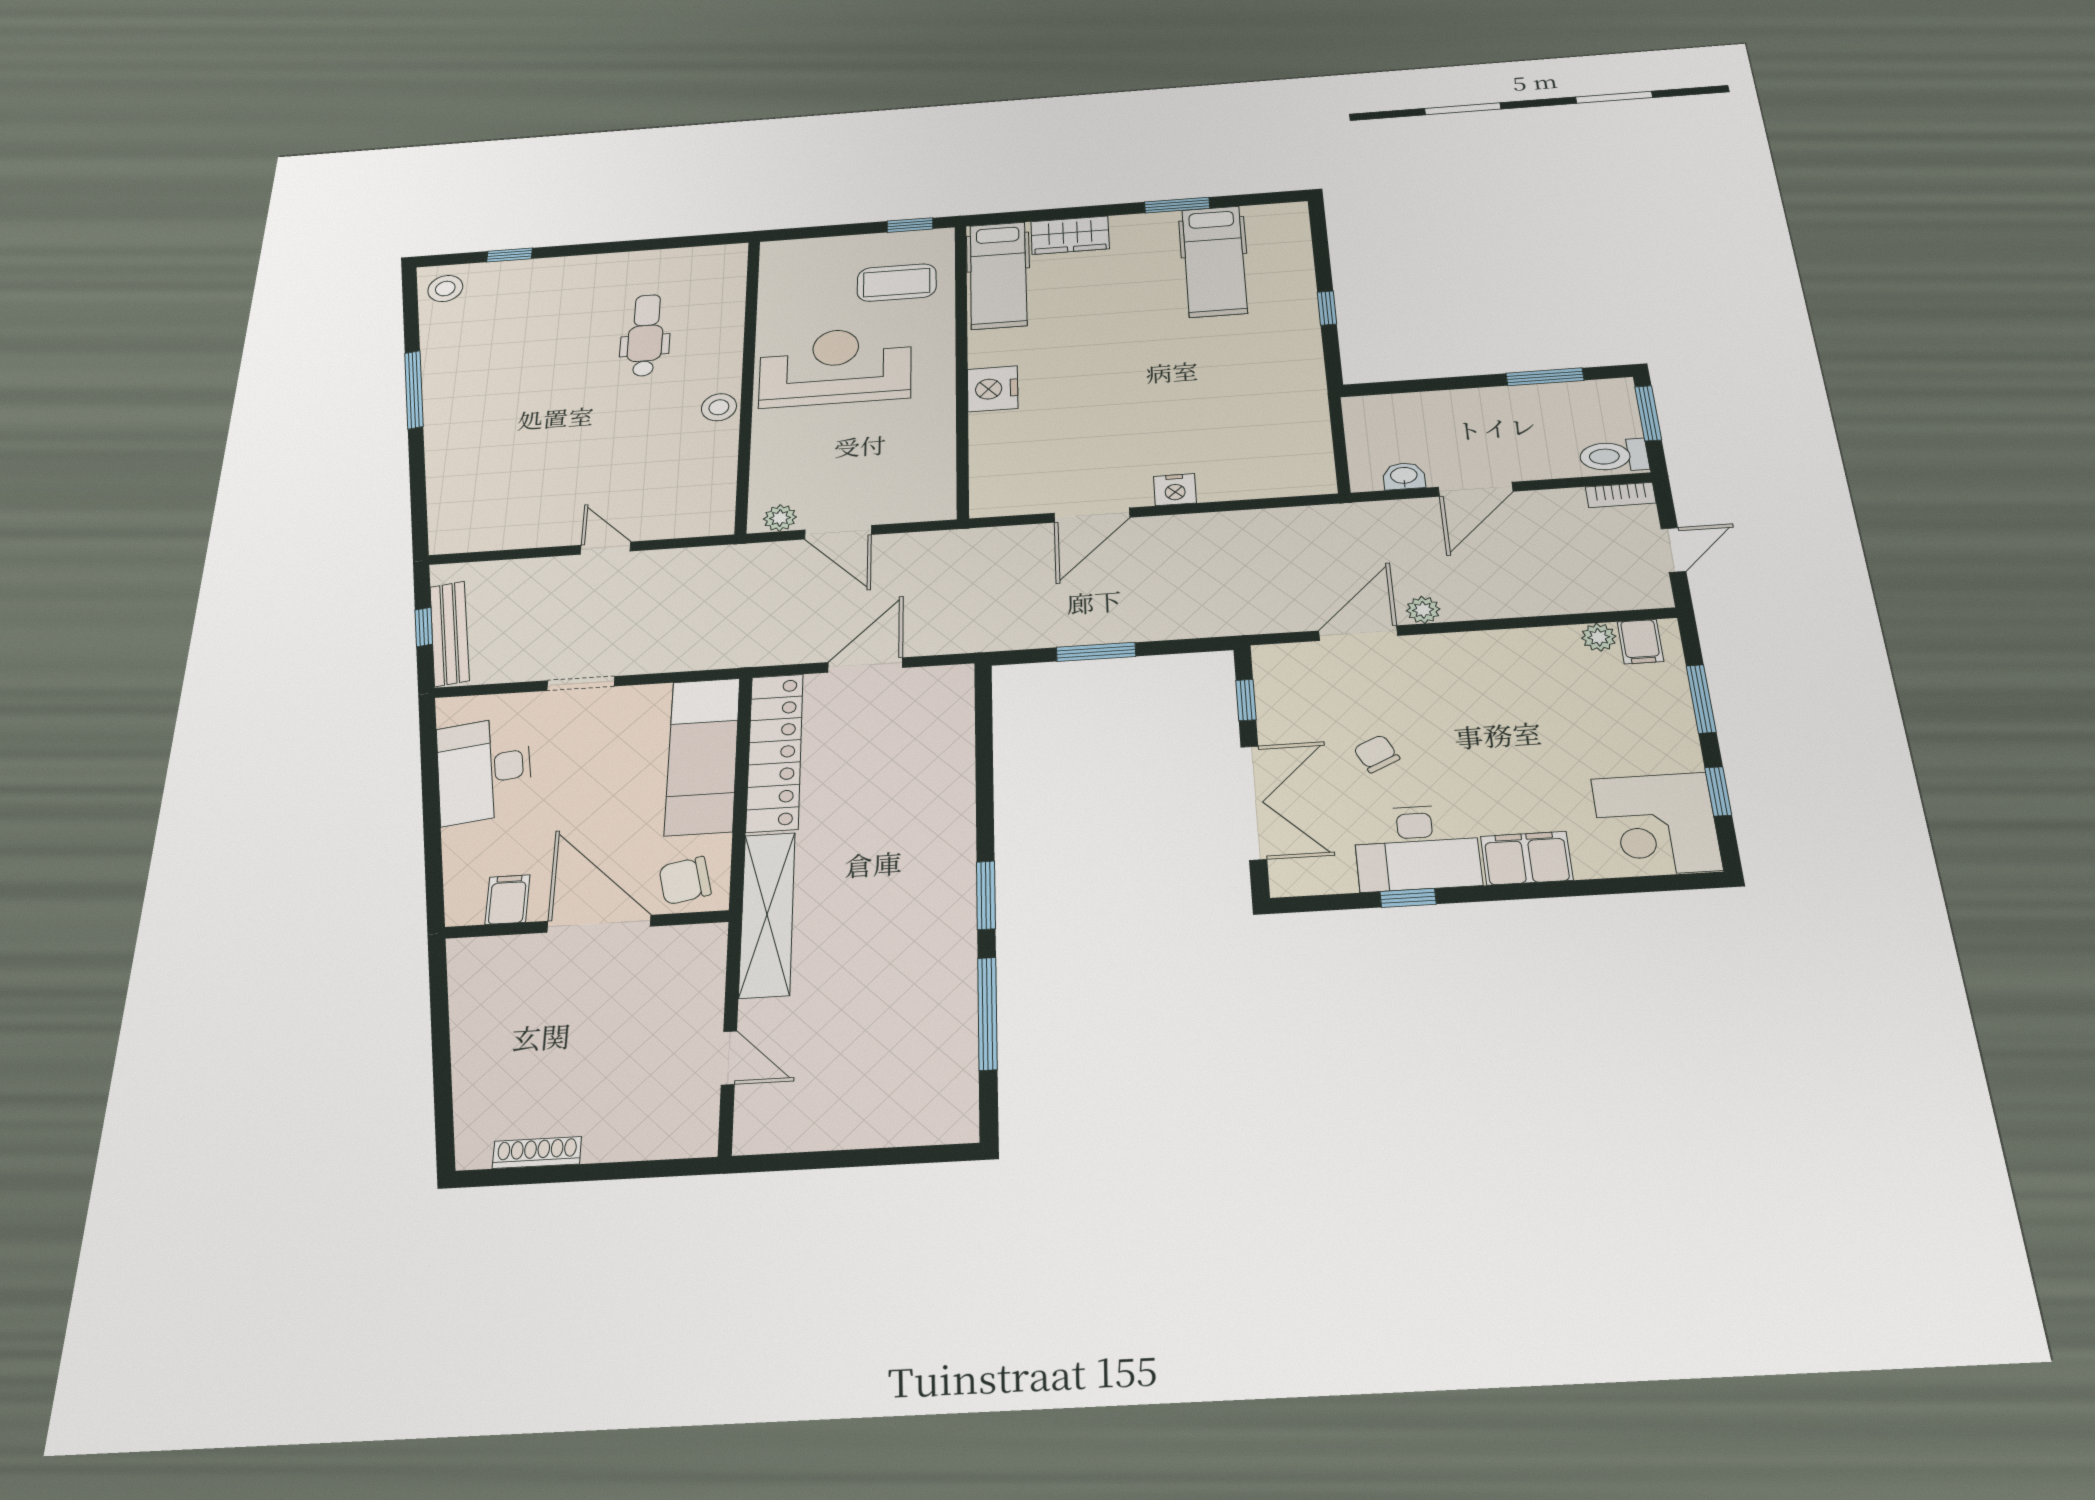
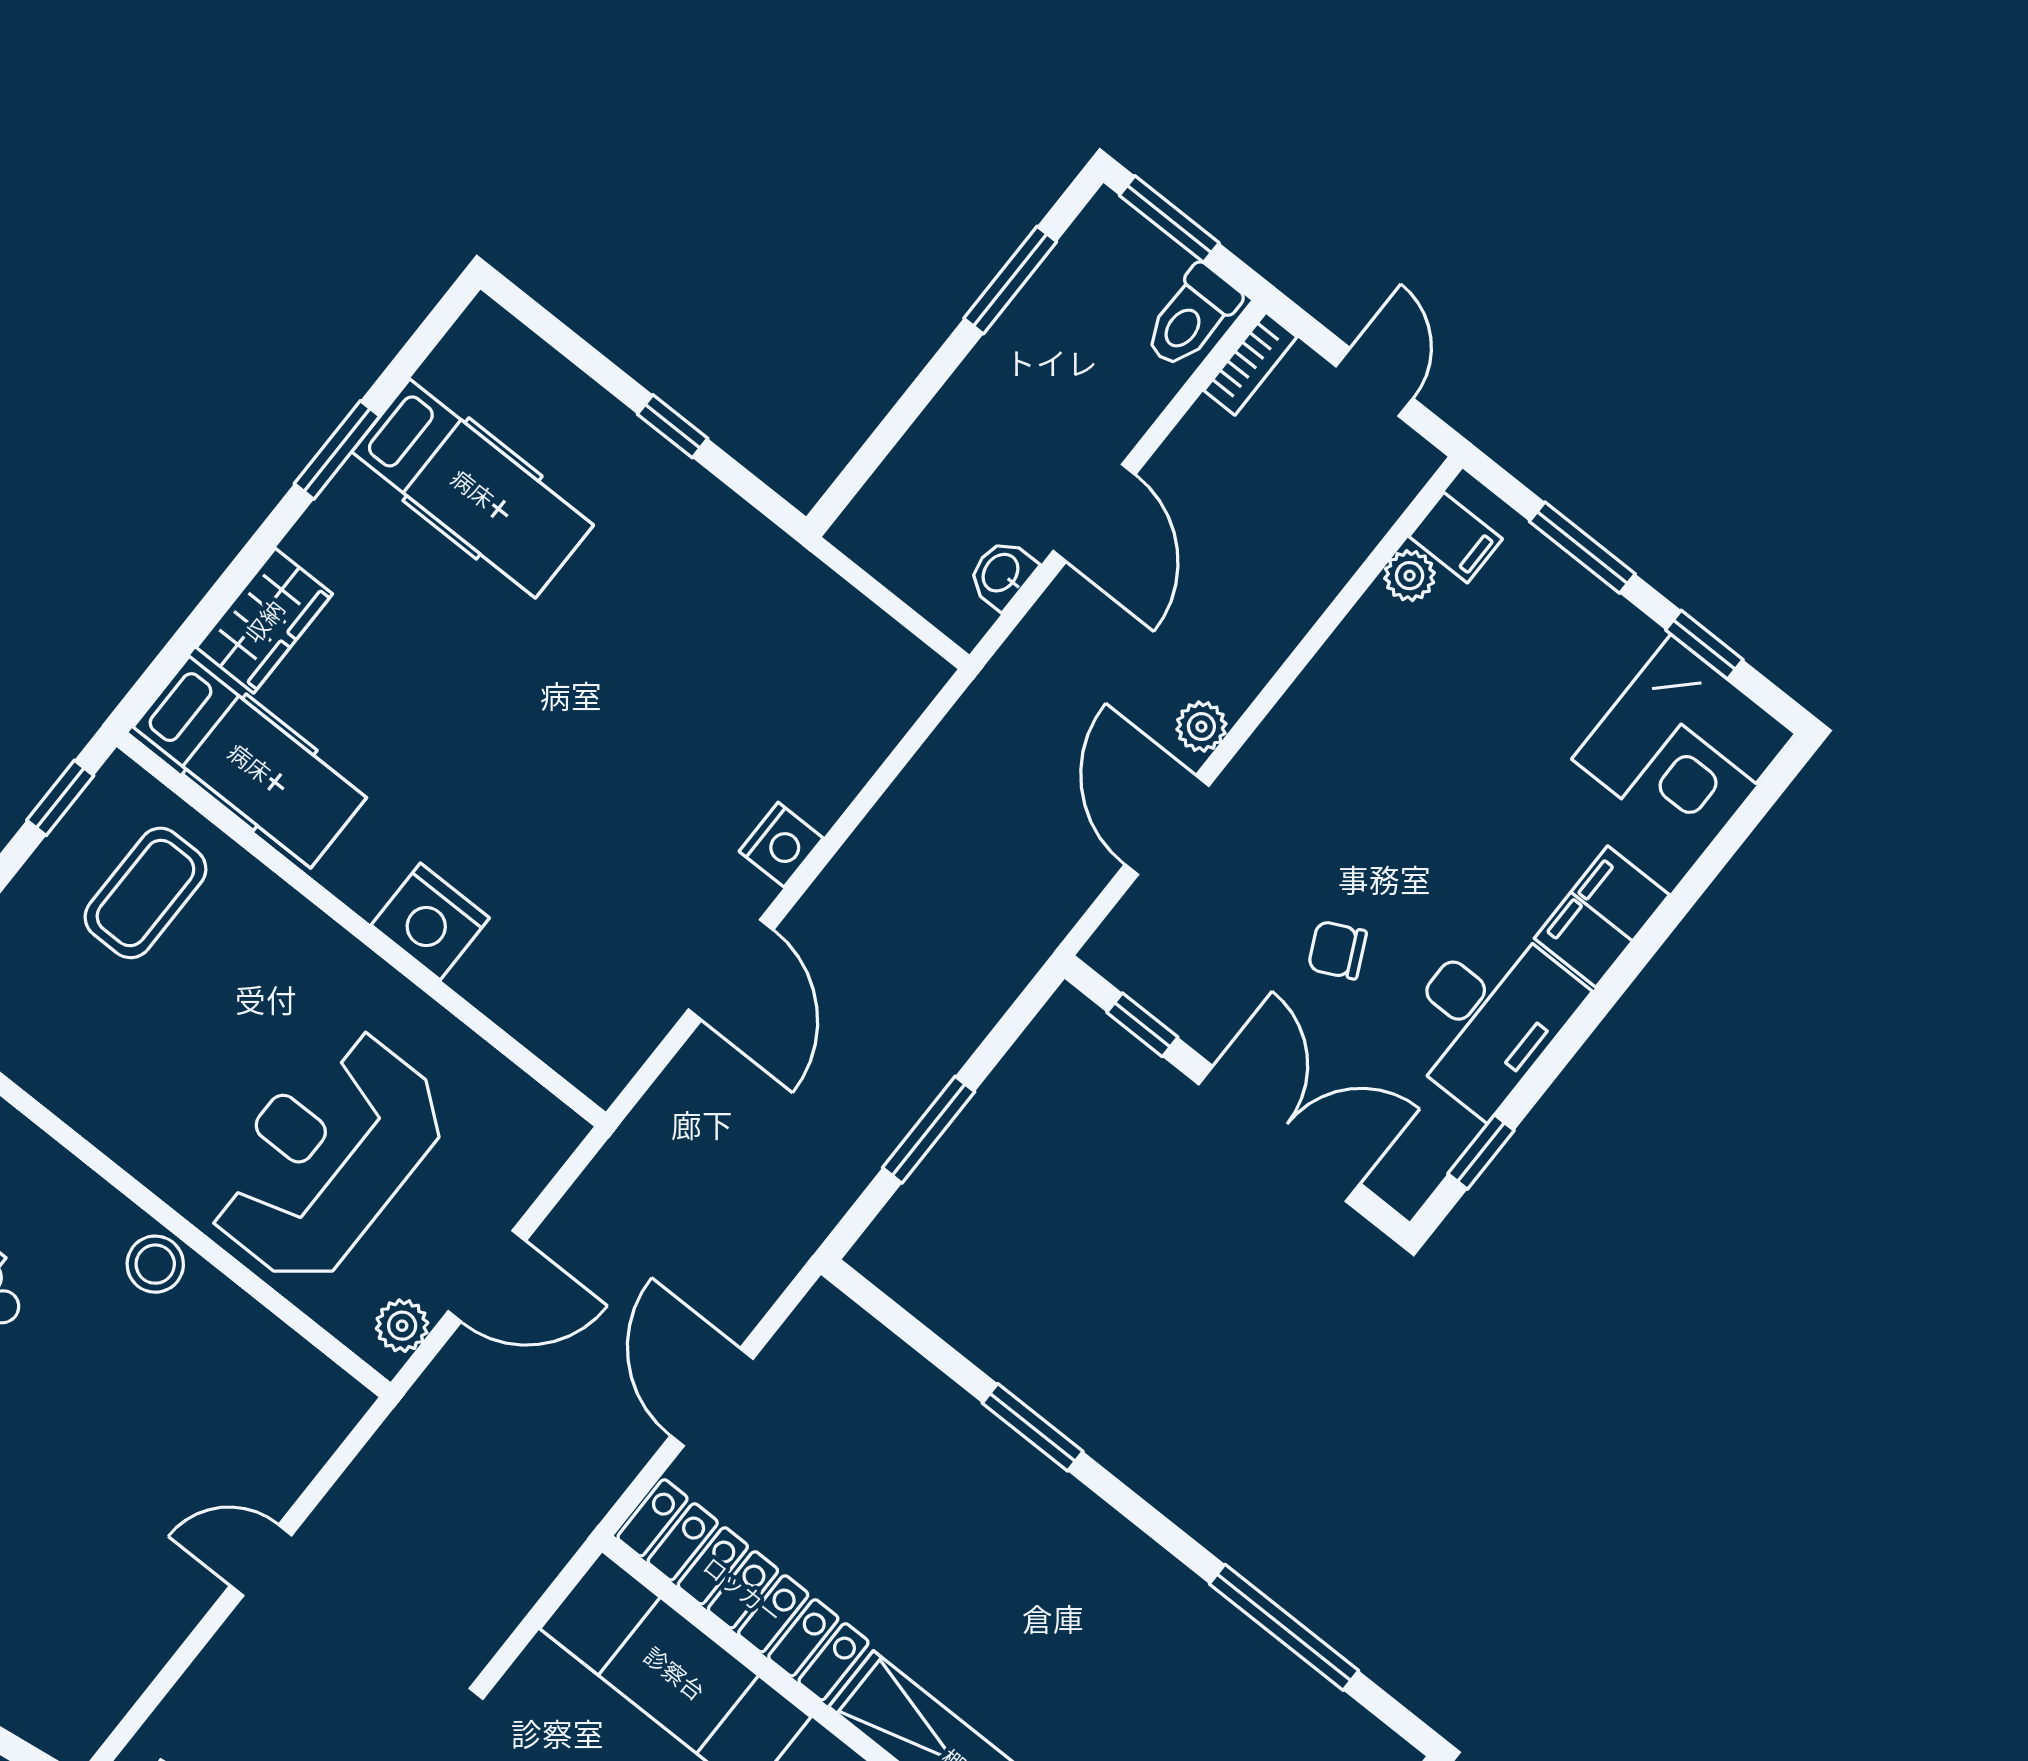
reception desk: (835, 367) -> (326, 1156), moved
window: (986, 895) -> (1033, 1427), moved
window: (1408, 898) -> (1481, 1152), moved

